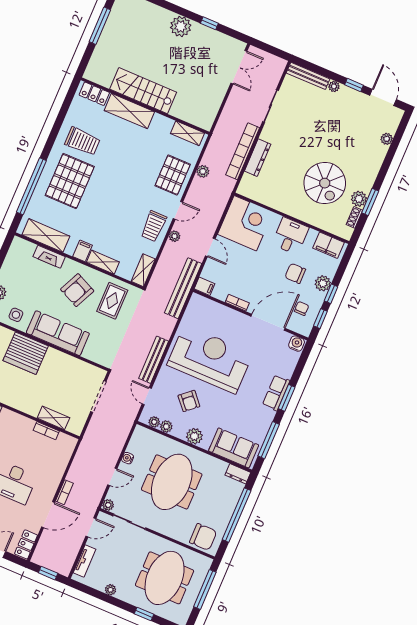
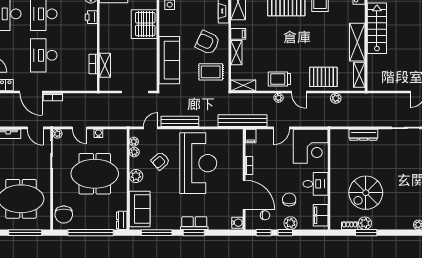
shelving: (129, 111) -> (357, 42), moved
bookcase: (243, 151) -> (363, 121), removed
sofa: (58, 333) -> (169, 60), moved

